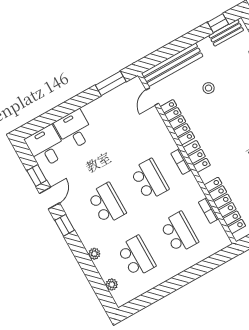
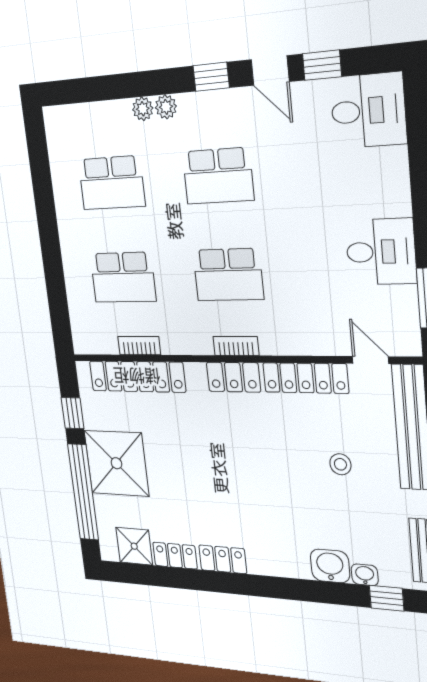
desk: (74, 130) -> (381, 252), moved
plant: (112, 284) -> (166, 107), moved

